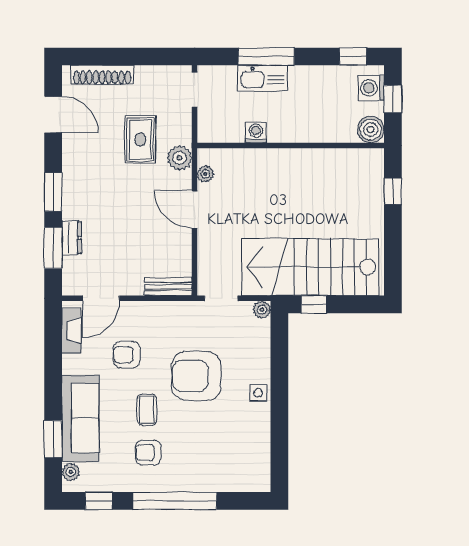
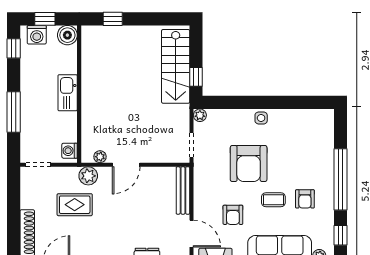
kitchen sink: (262, 78) -> (68, 93), moved, turned 180
washing machine: (256, 133) -> (70, 151), moved
stairs: (310, 267) -> (176, 66), width x0.73, depth x0.66
bench: (168, 287) -> (183, 190), width x1.36

